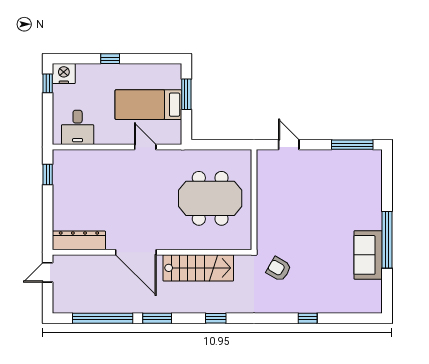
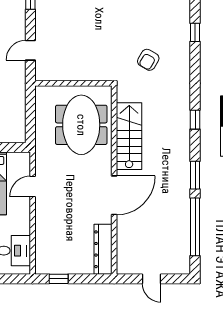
dresser: (79, 240) -> (103, 249), moved
door: (136, 252) -> (114, 195), moved
wall: (152, 252) -> (114, 180), moved
stairs: (198, 268) -> (129, 136), moved

